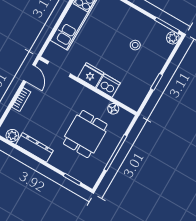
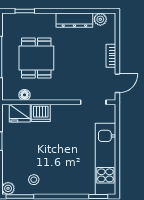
stool: (135, 45) -> (34, 180), moved
door: (29, 73) -> (117, 83), swing flipped
fridge: (91, 75) -> (20, 113), moved

